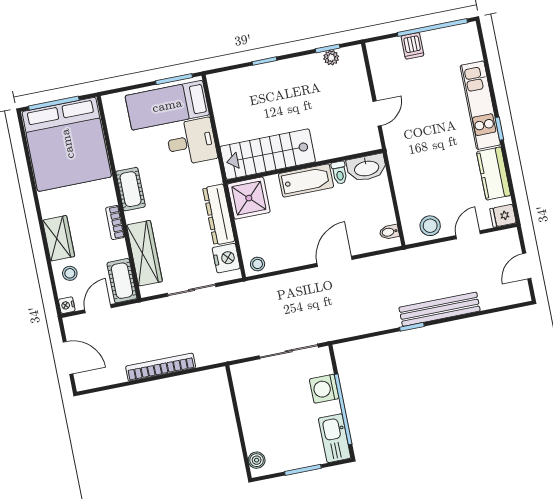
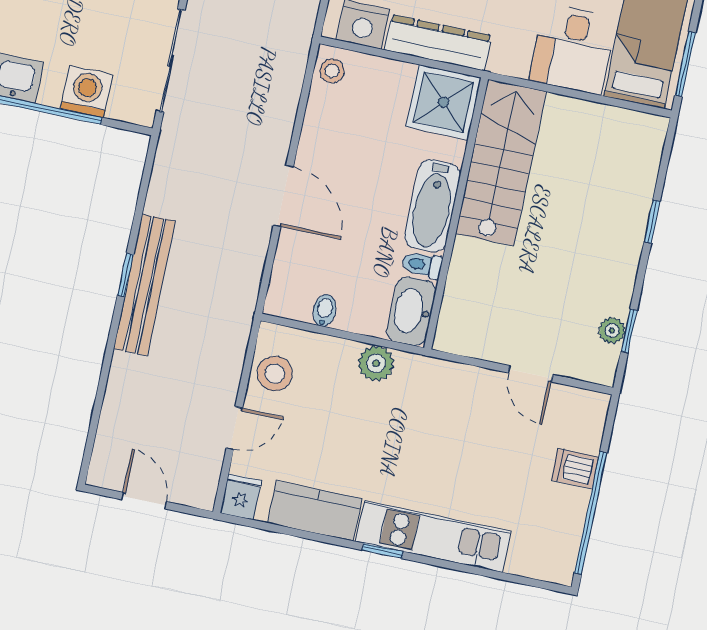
door: (377, 113) -> (531, 374), moved
plant: (402, 175) -> (376, 363), added
bidet: (389, 232) -> (325, 310), moved
door: (468, 235) -> (234, 428), hinge flipped
bench: (440, 309) -> (144, 285), moved

